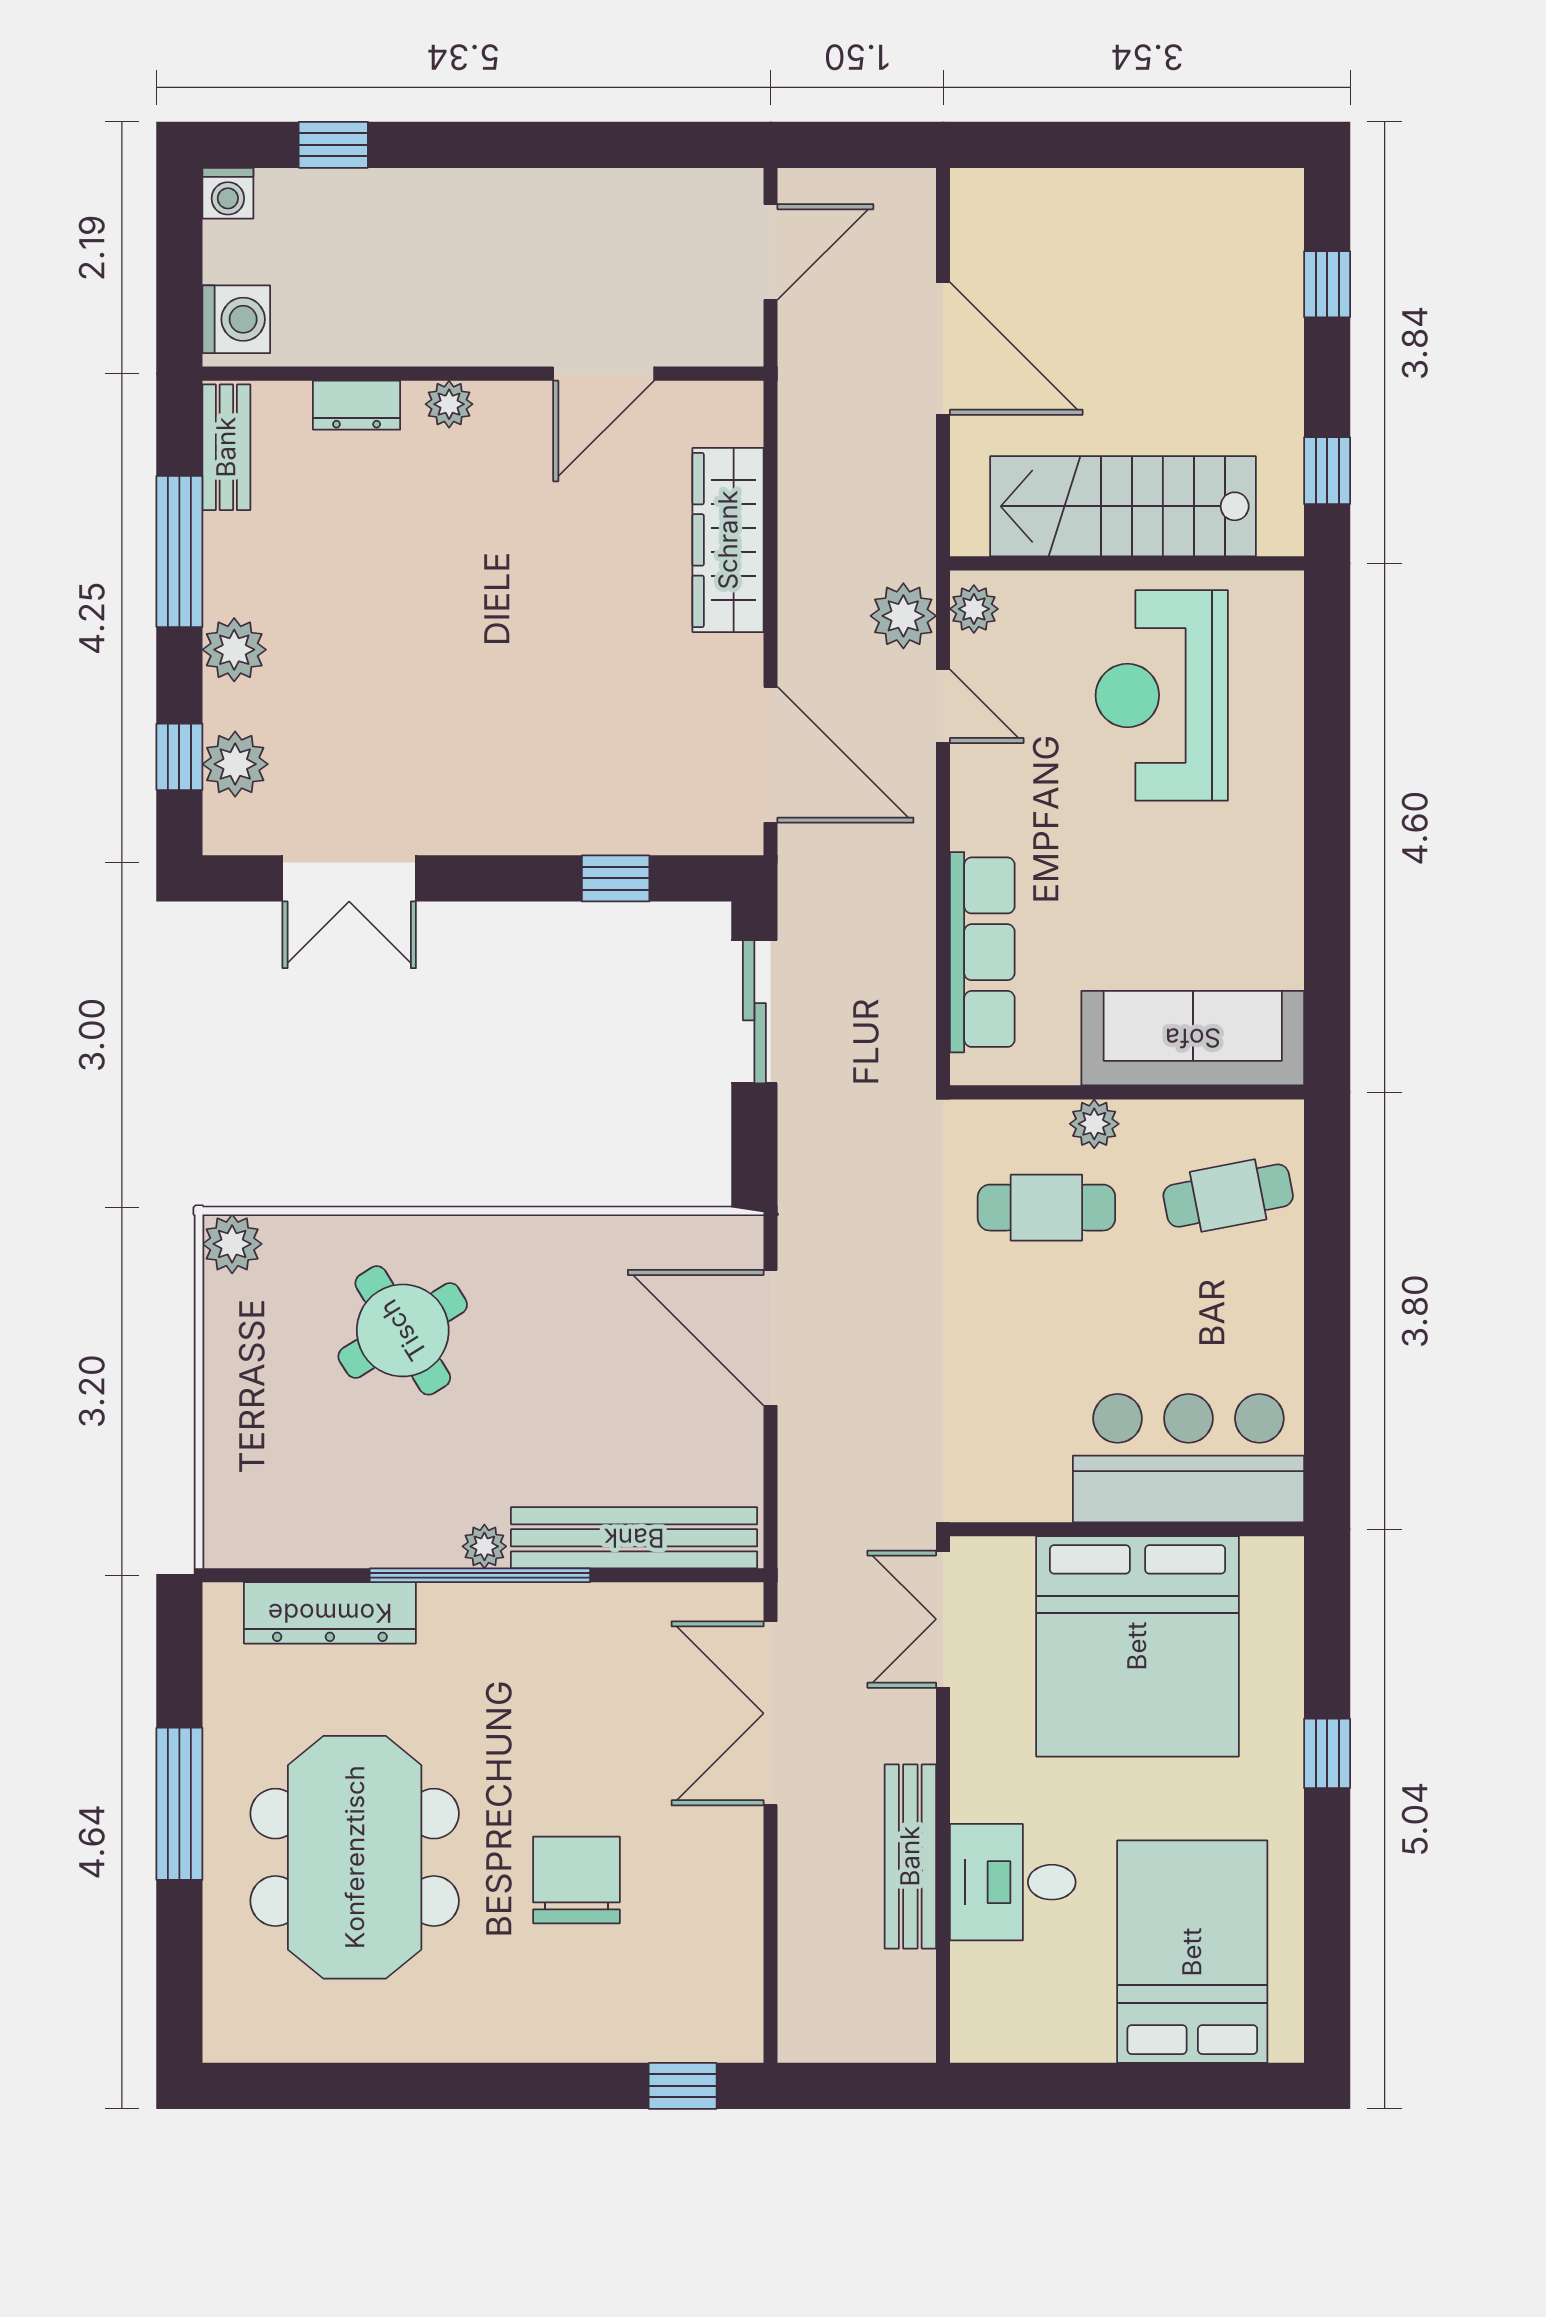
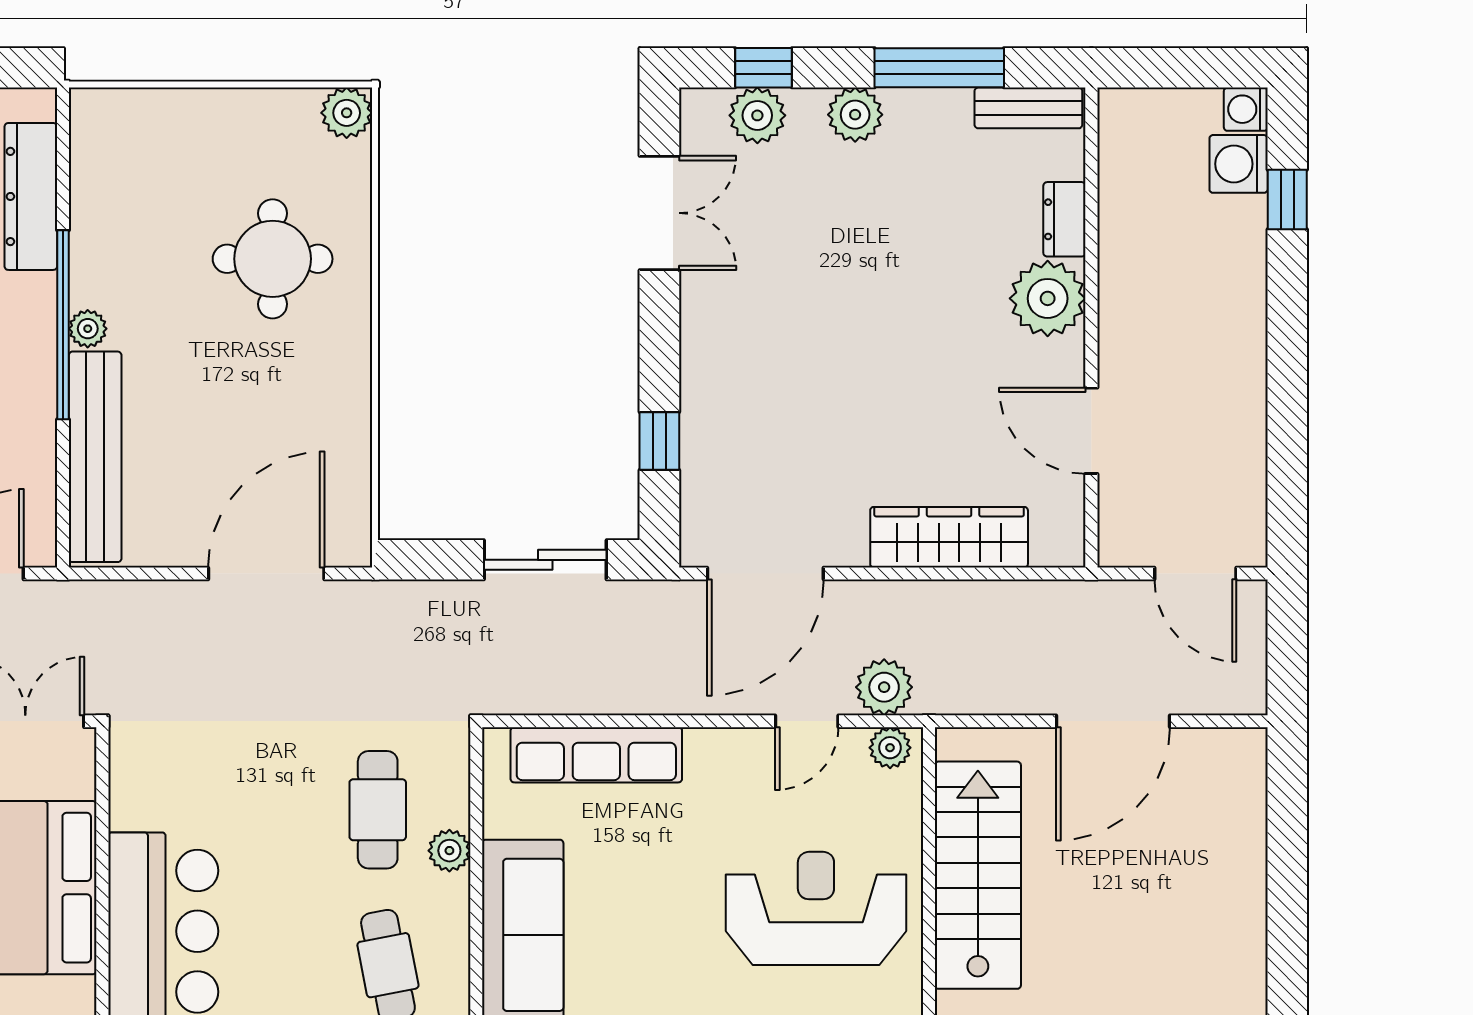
washing machine: (236, 319) -> (1239, 164), moved, turned 90
plant: (449, 404) -> (1048, 298), width x1.88, depth x1.88
double door: (349, 878) -> (659, 213), swing flipped
round table: (403, 1330) -> (273, 259), turned 32

